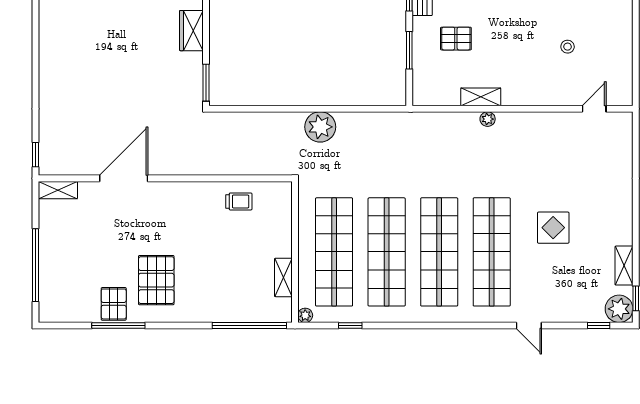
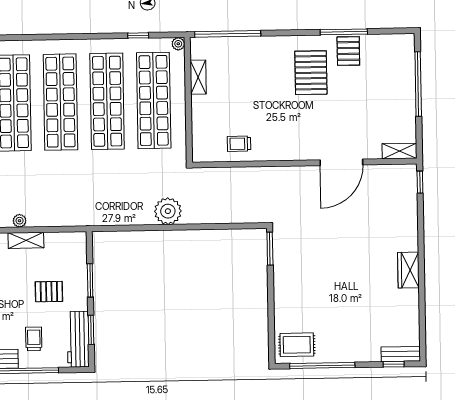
wardrobe: (191, 31) -> (408, 270), moved, turned 180

